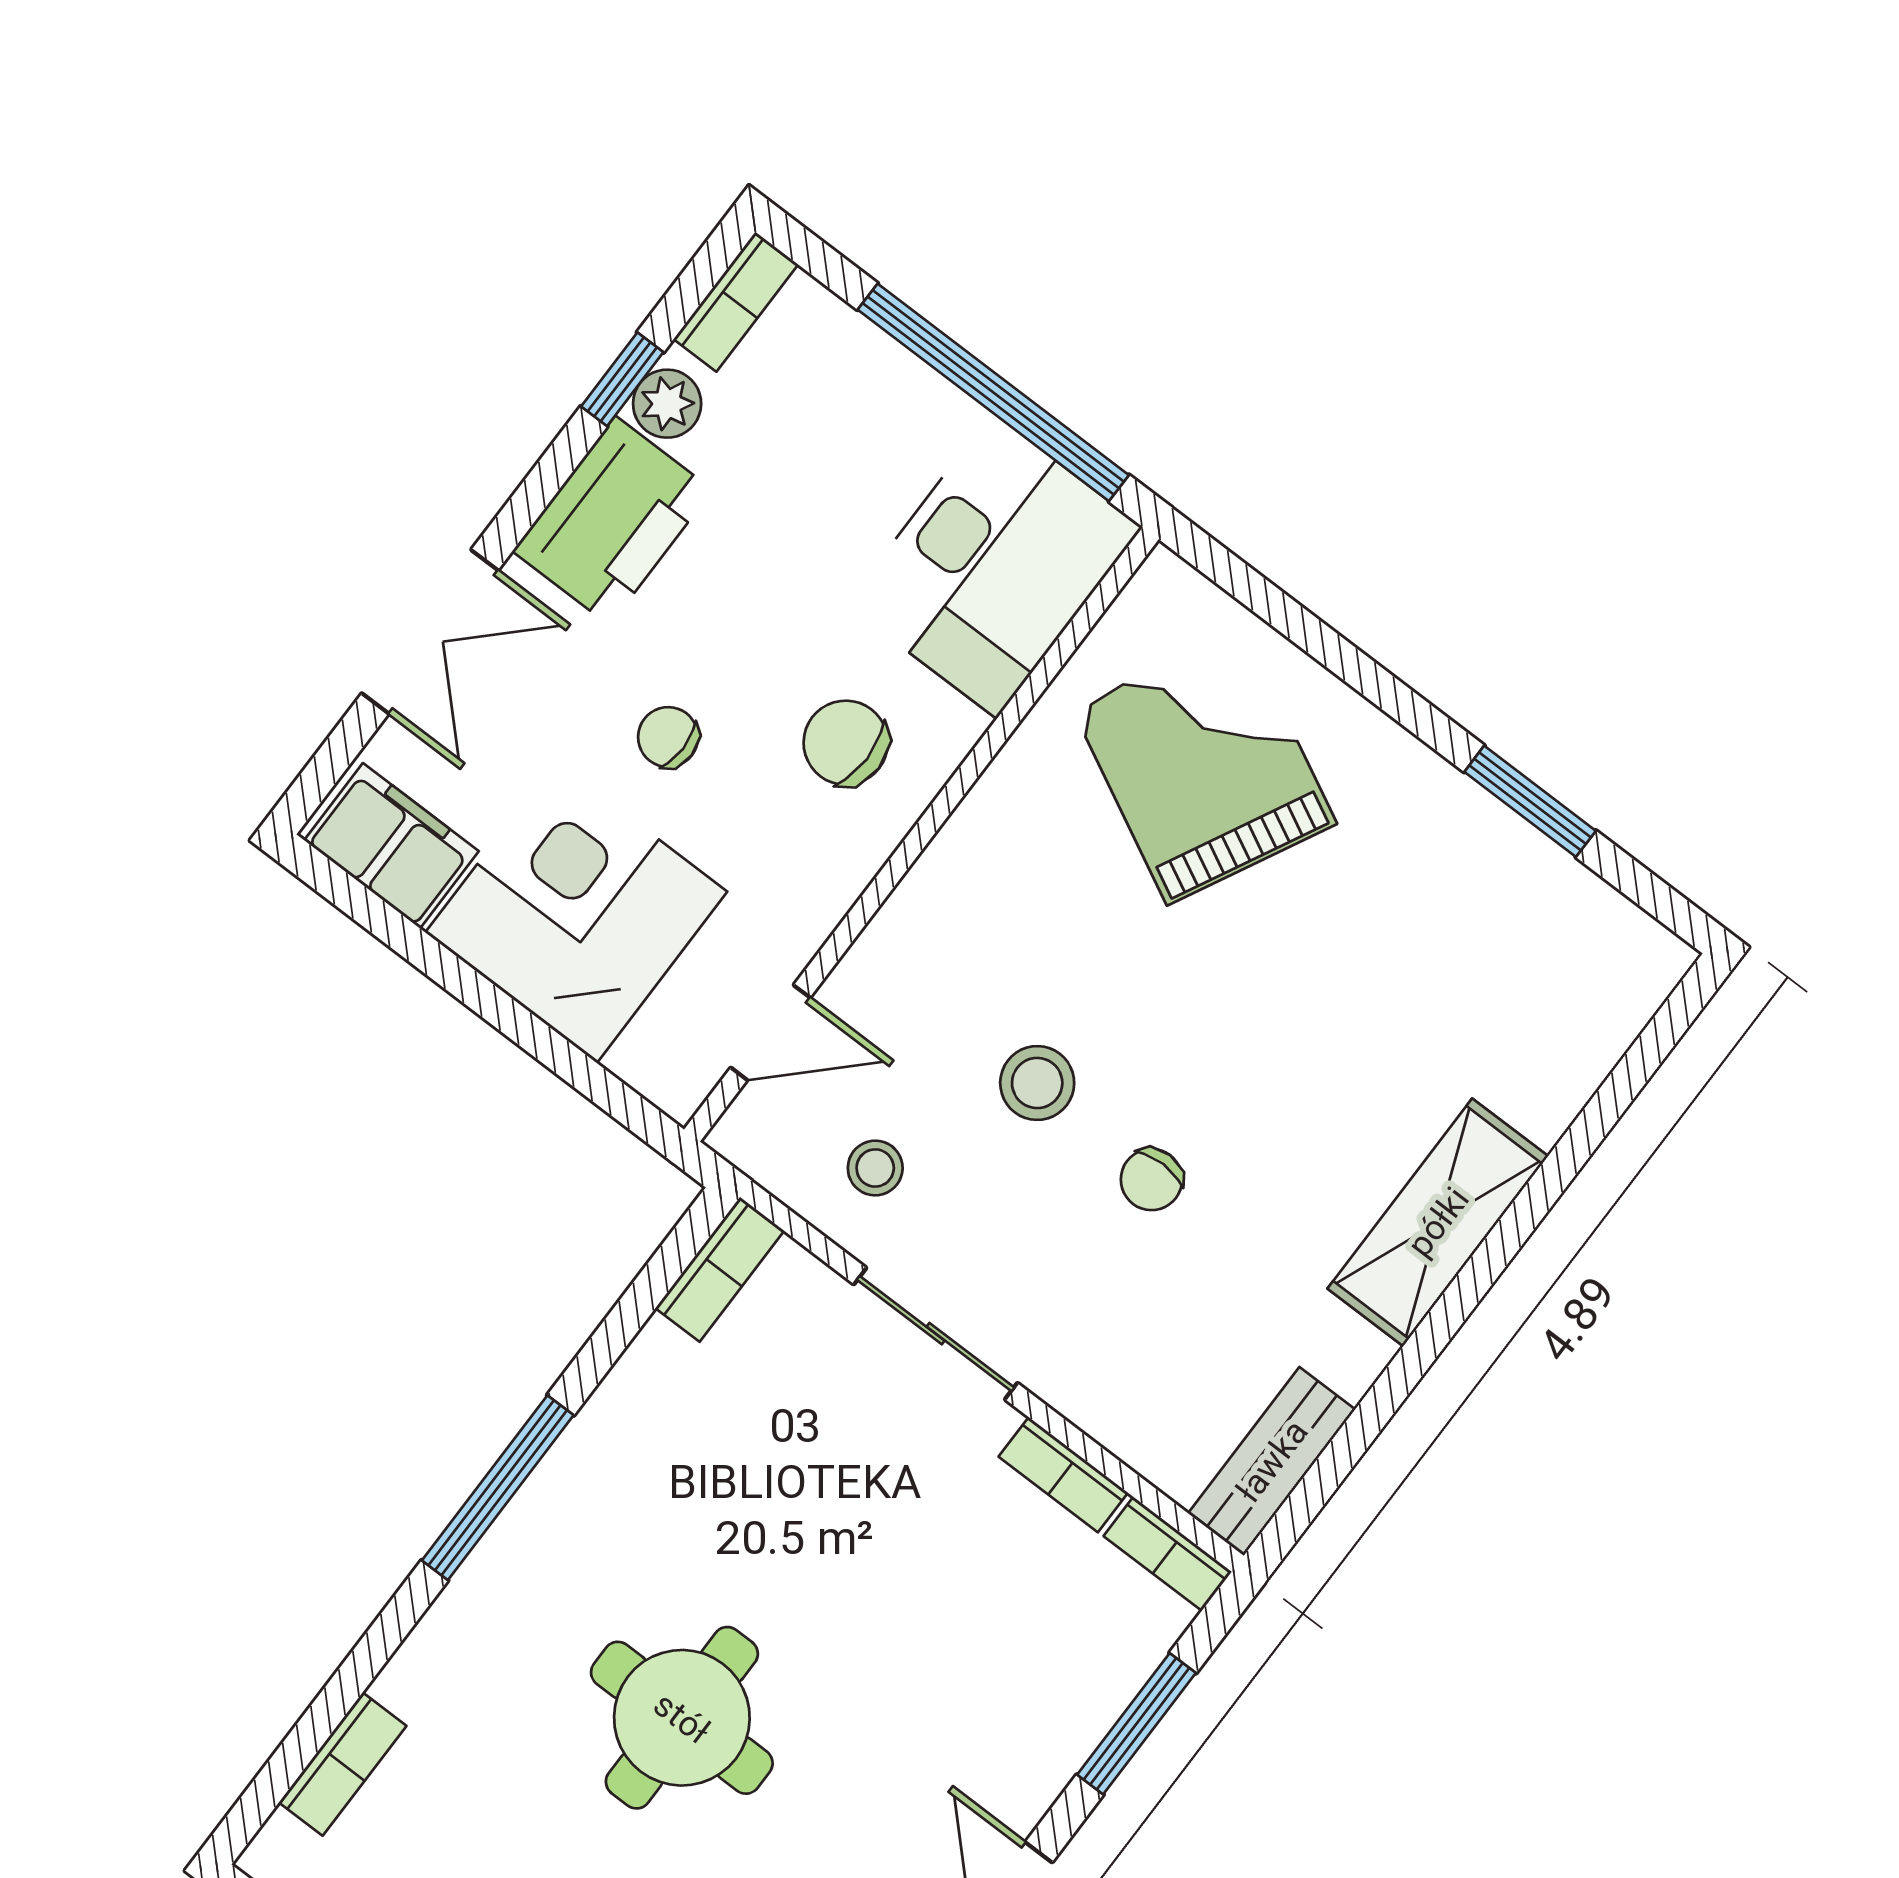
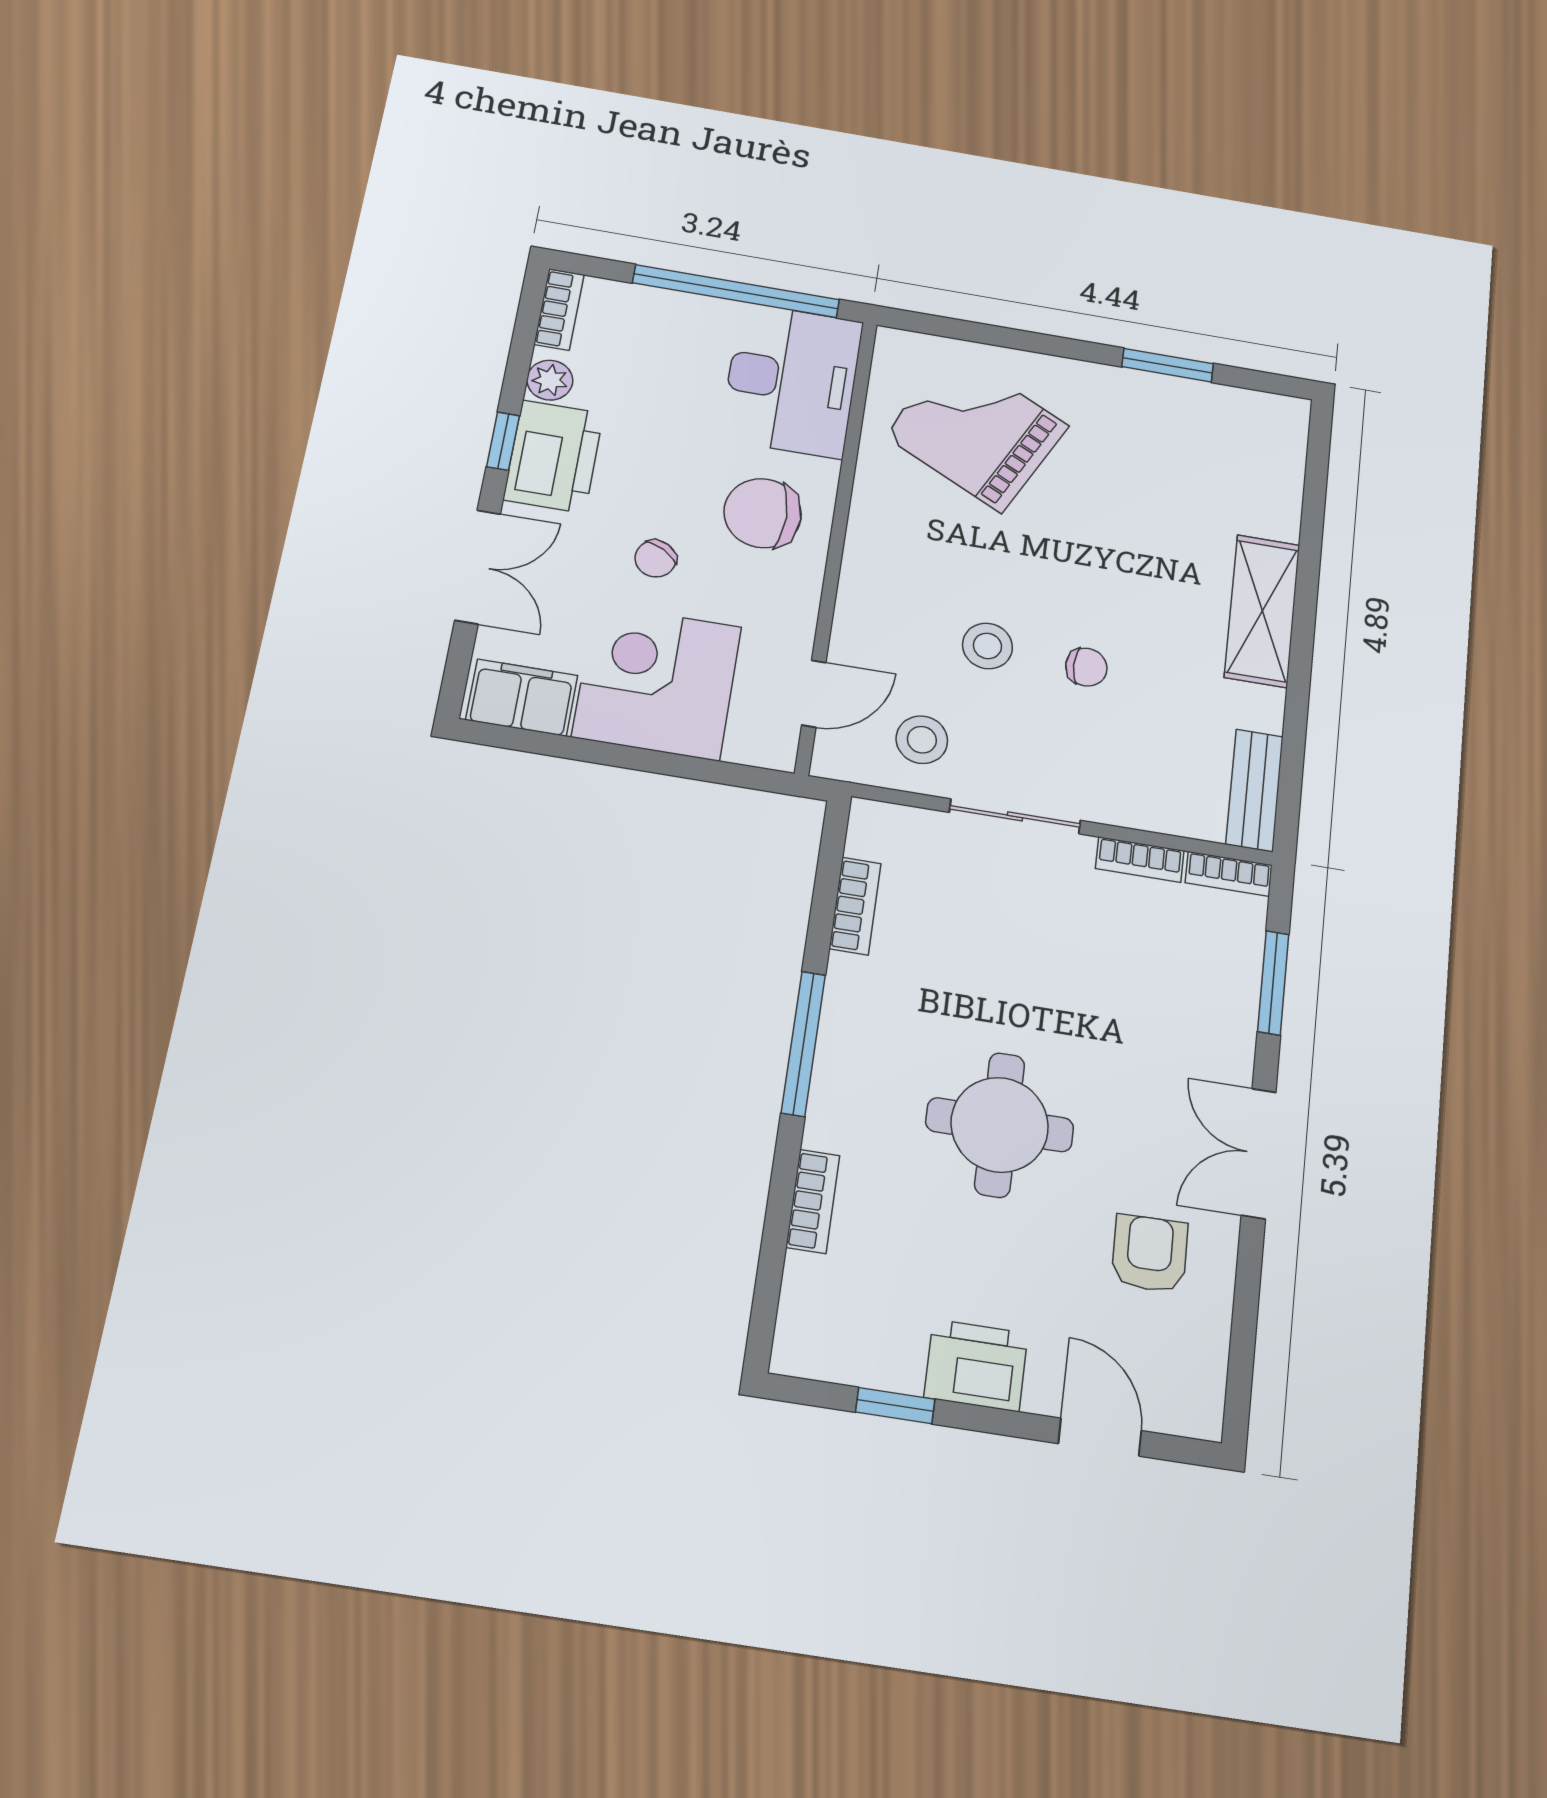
window: (622, 379) -> (503, 441), moved
chair: (668, 737) -> (656, 559), turned -60
chair: (846, 743) -> (763, 513), width x1.37, depth x1.37
stool: (875, 1168) -> (922, 740), width x1.37, depth x1.37
chair: (1151, 1180) -> (1086, 667), turned -90
bookcase: (720, 1269) -> (855, 906), moved
bookcase: (343, 1764) -> (813, 1201), moved

